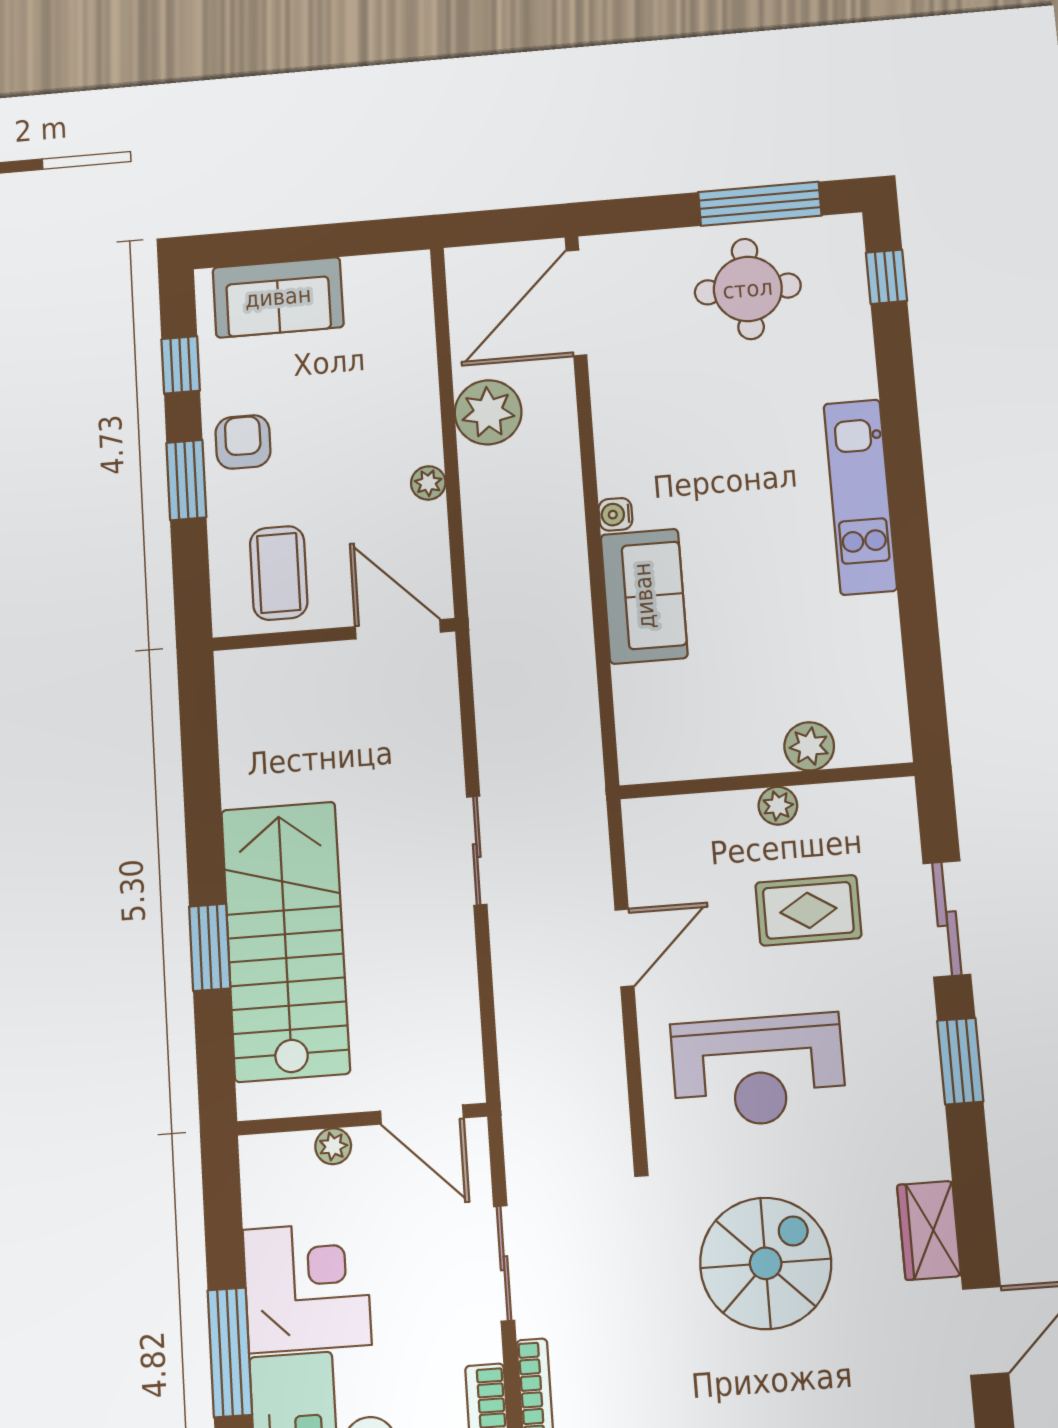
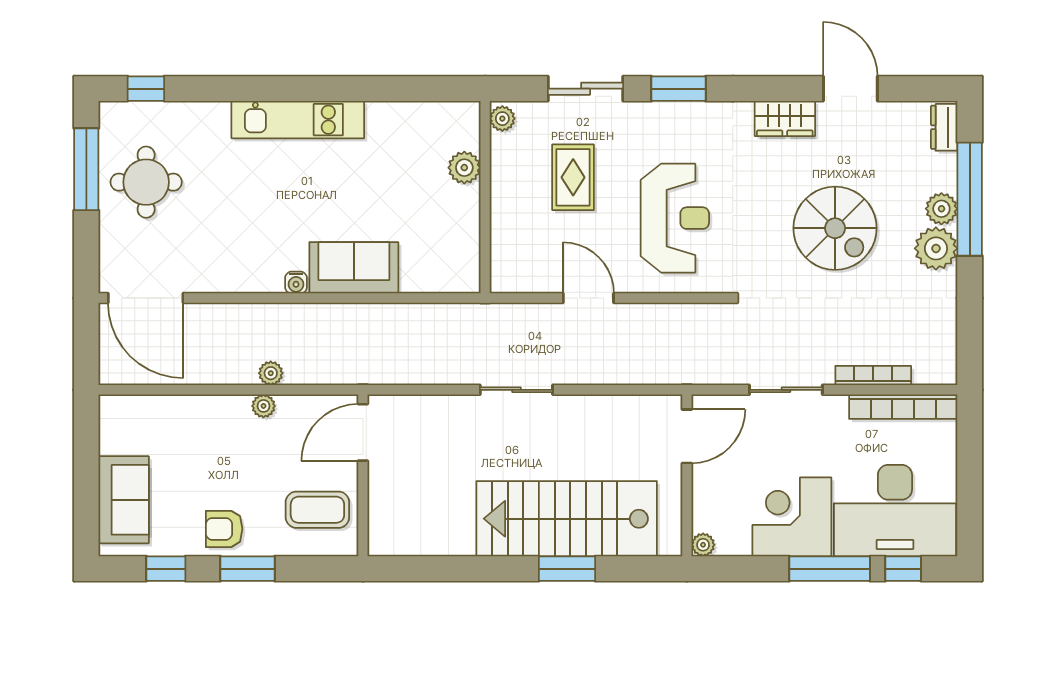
plant: (488, 412) -> (271, 373), moved, width x0.53, depth x0.53
plant: (778, 806) -> (502, 119), moved
plant: (333, 1146) -> (703, 545), moved
spiral stairs: (766, 1263) -> (835, 228), moved, turned 180

